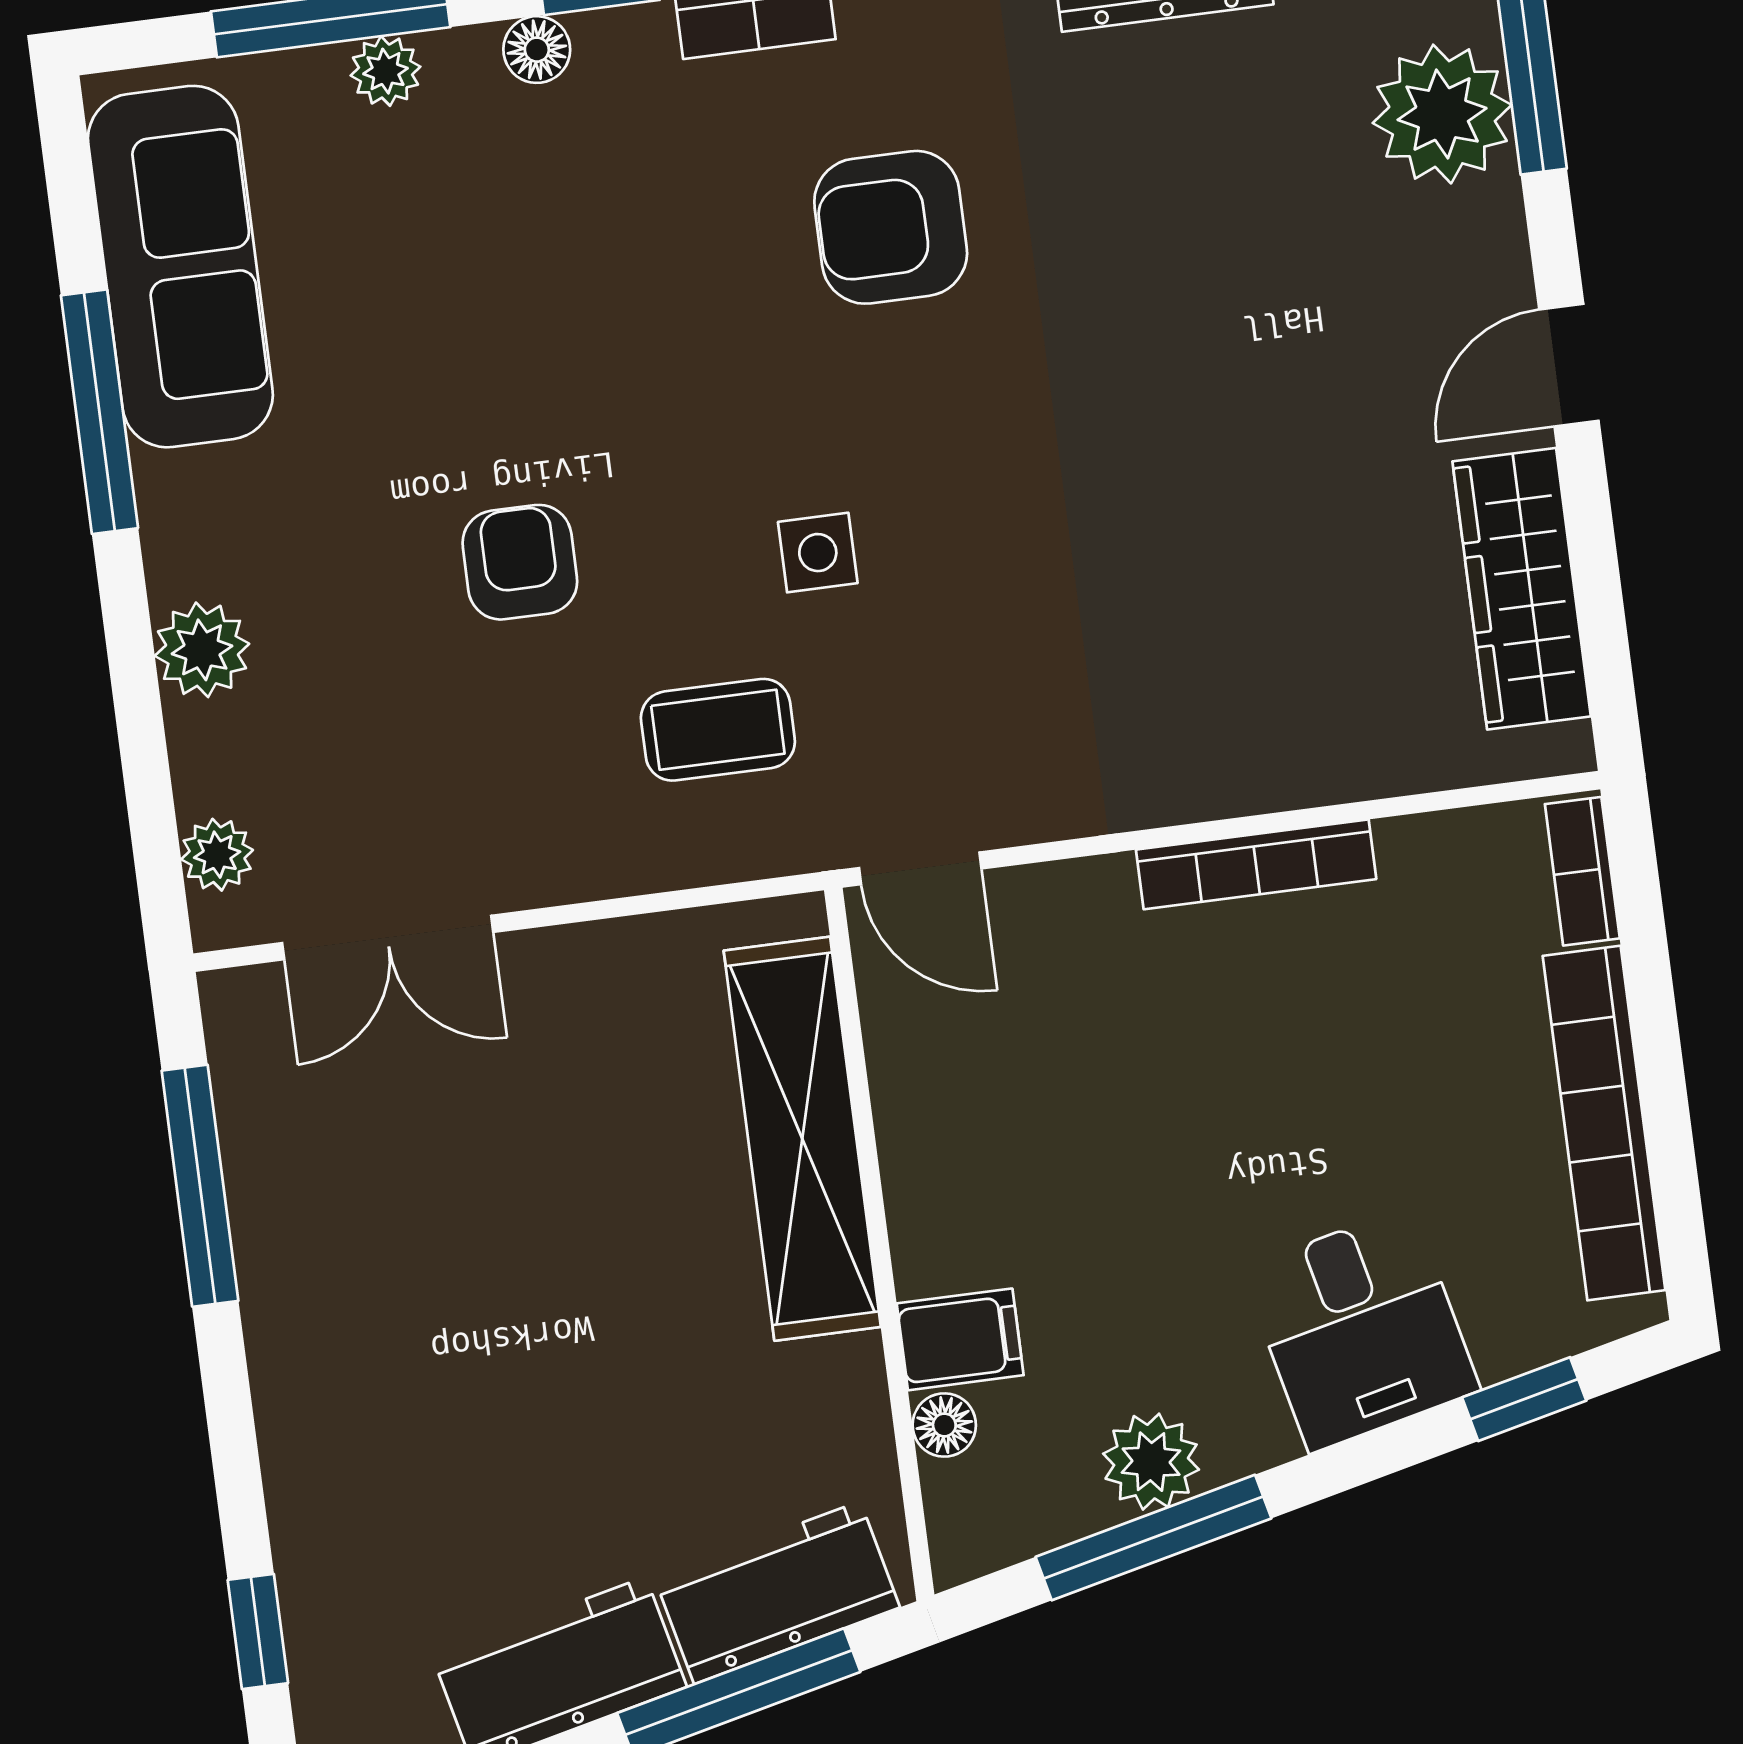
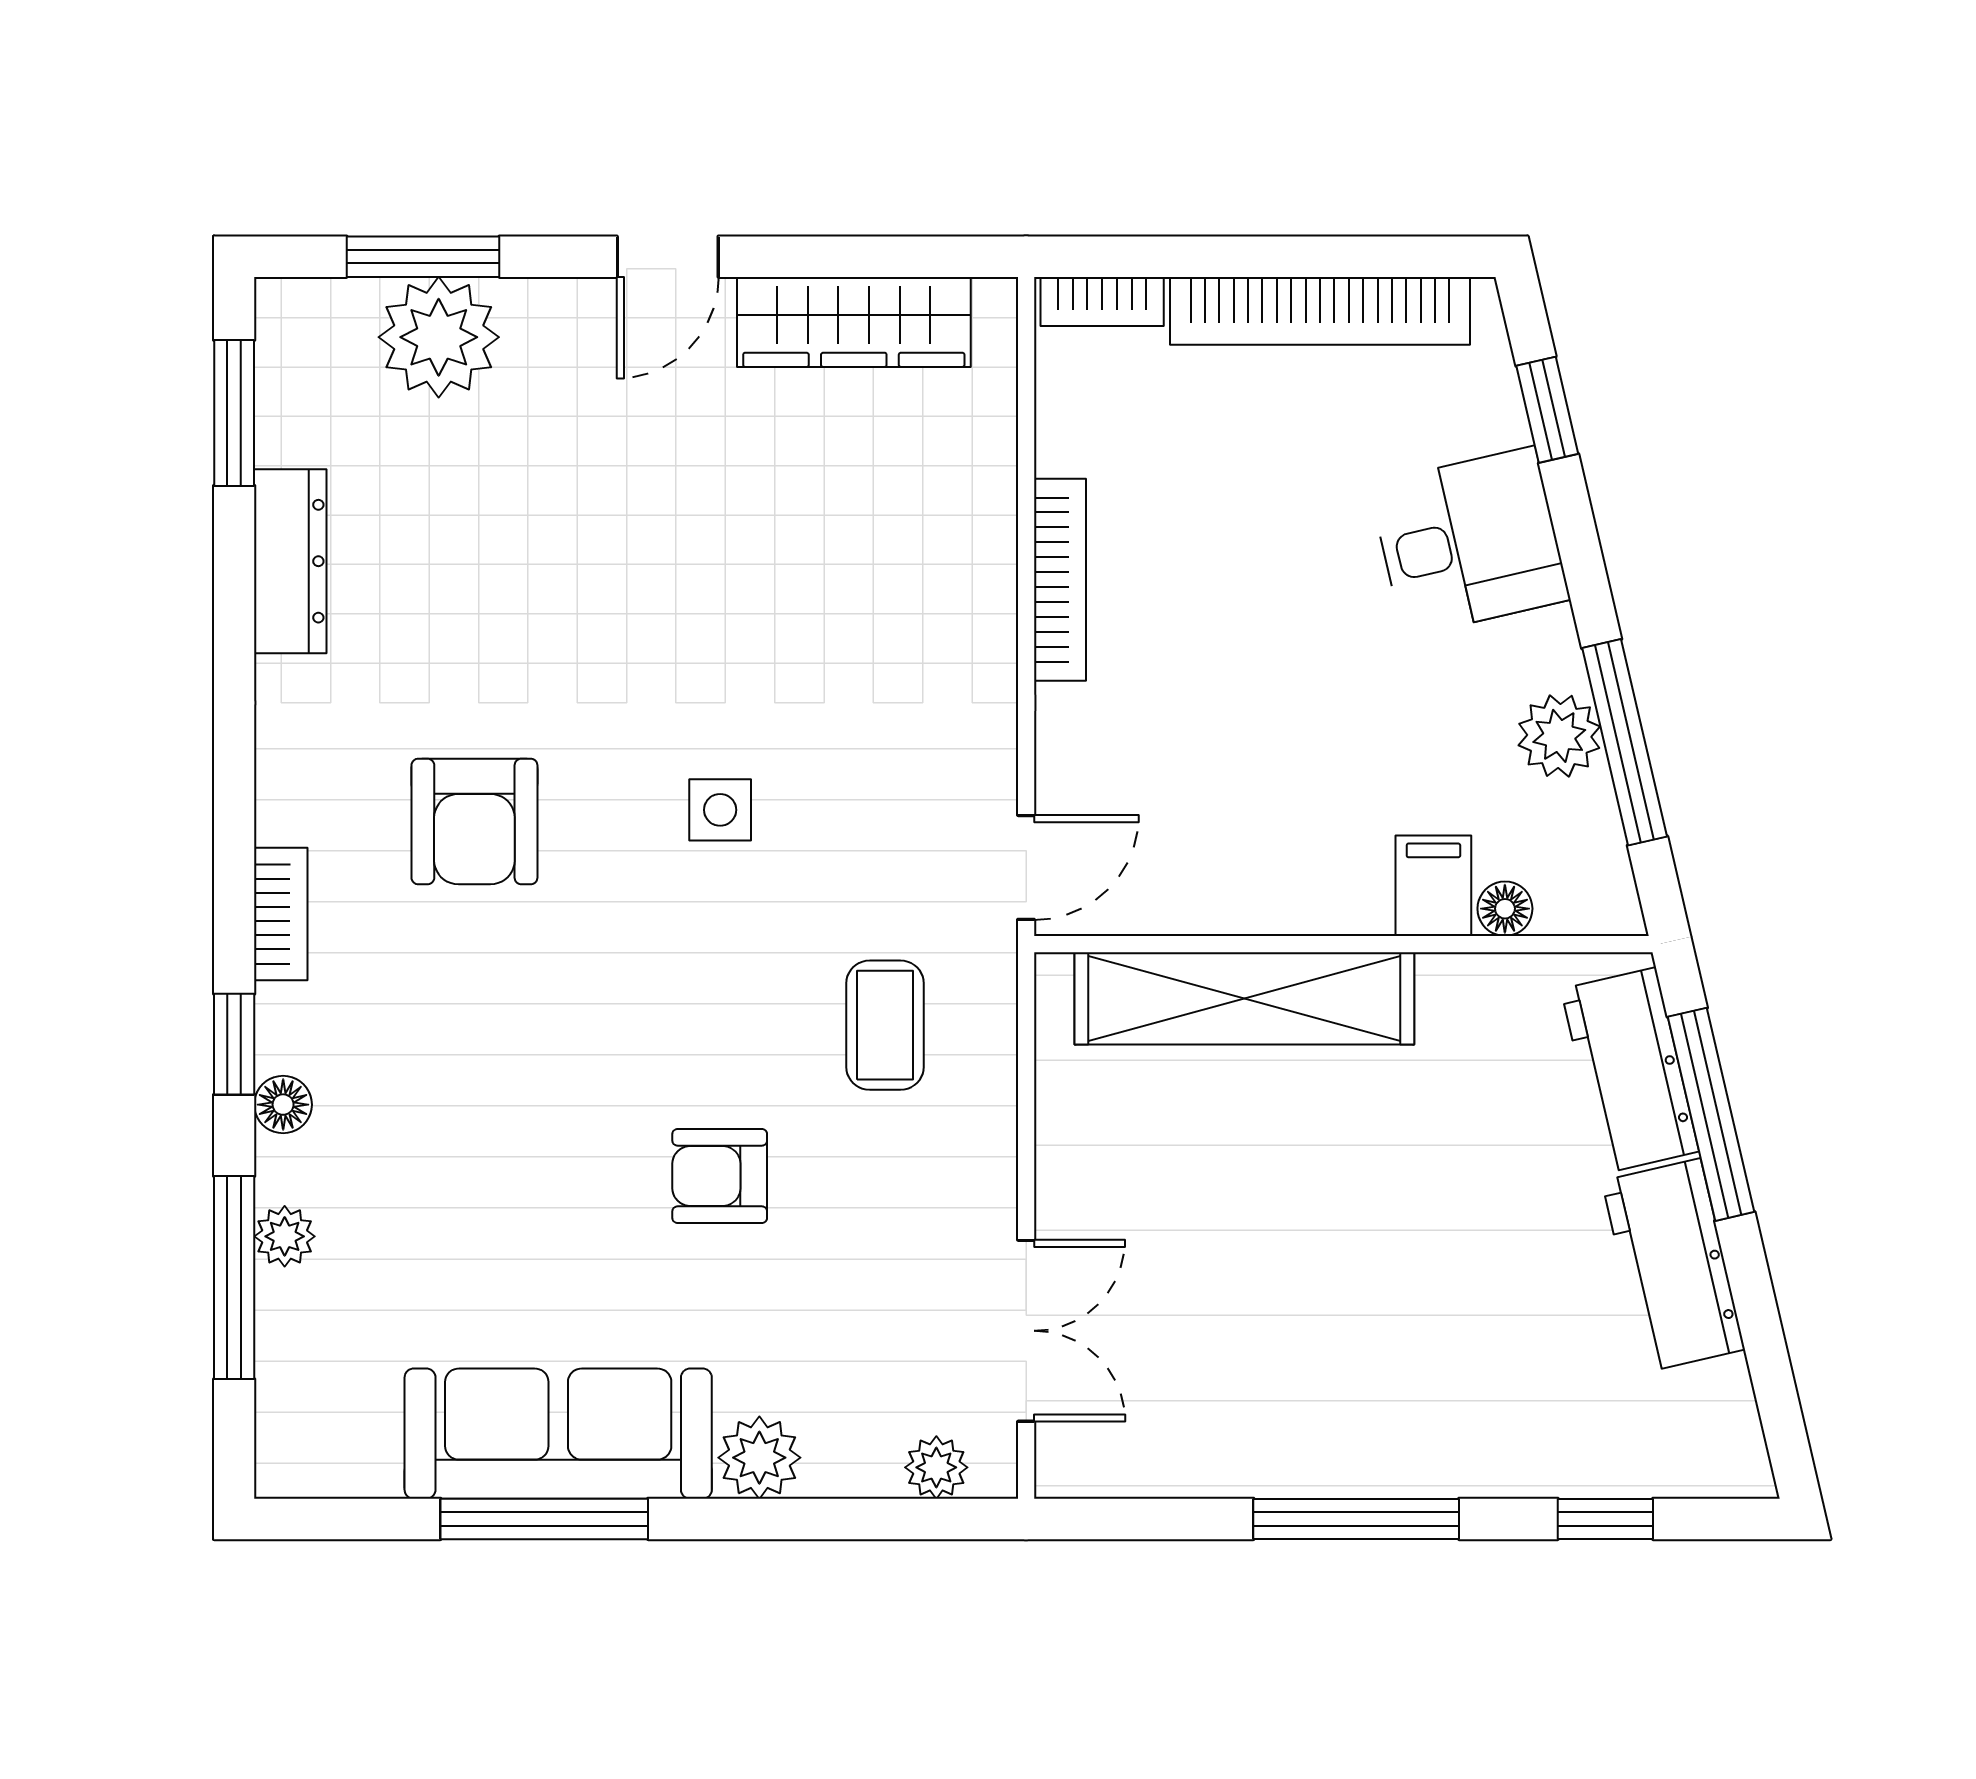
sofa: (180, 267) -> (558, 1434), moved
door: (1569, 365) -> (668, 257), hinge flipped
side table: (818, 553) -> (720, 810), moved
window: (200, 1186) -> (1356, 1519), moved

